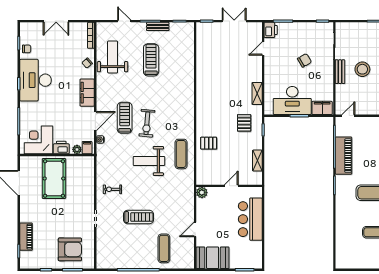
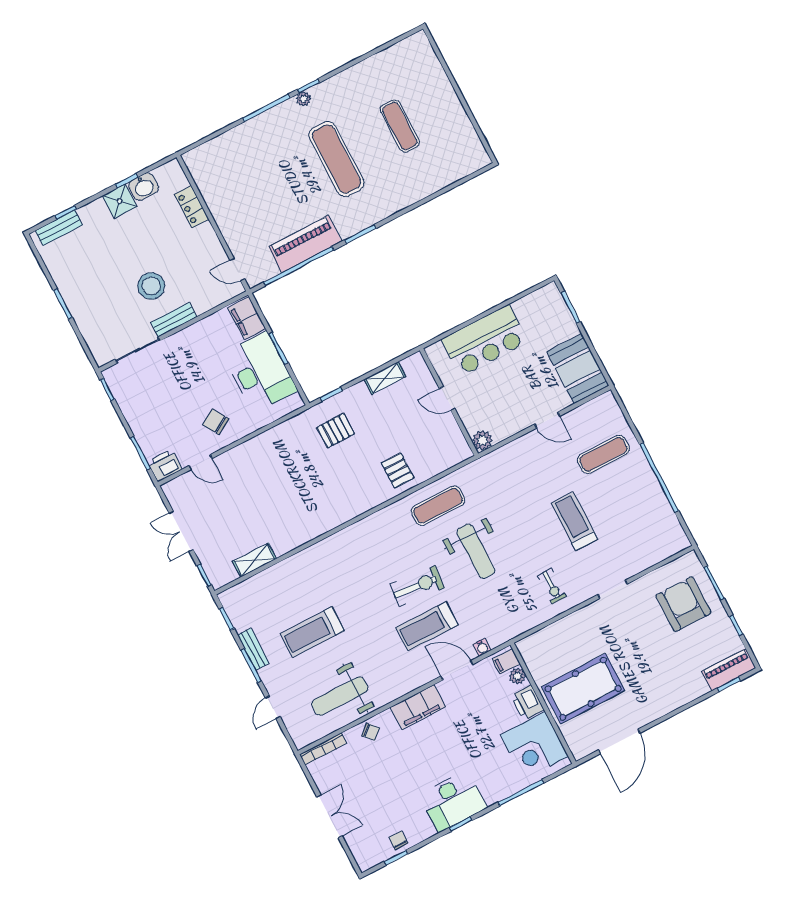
chair: (304, 60) -> (216, 422), moved
desk: (36, 80) -> (453, 801), width x0.73, depth x0.77
shelving: (257, 93) -> (255, 560), moved
piano: (26, 237) -> (729, 670), moved

